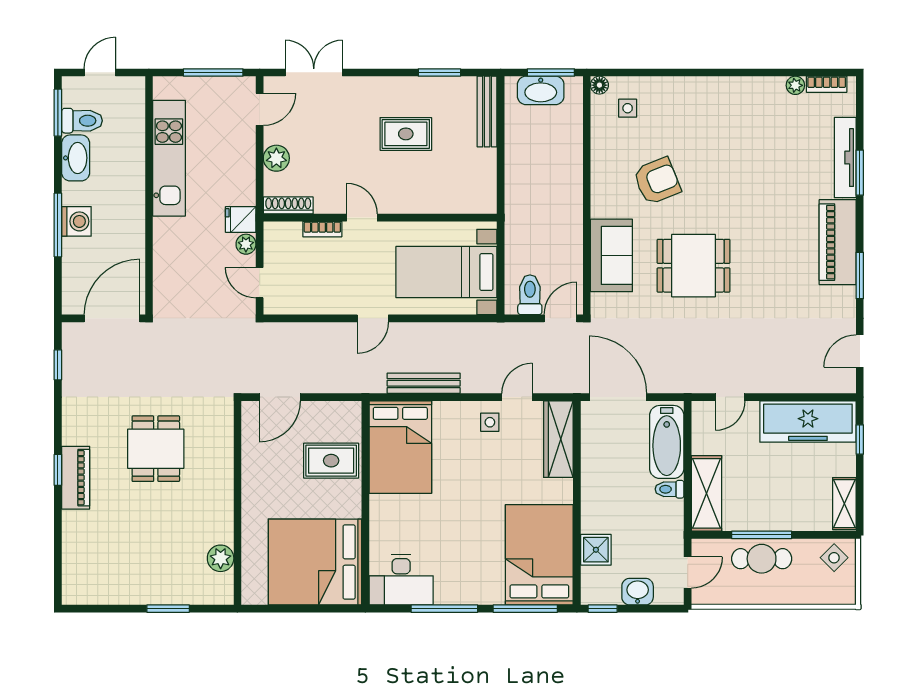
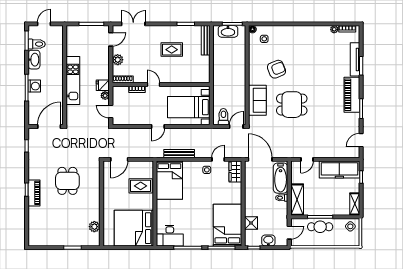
kitchen unit: (169, 158) -> (73, 80), moved
wardrobe: (558, 439) -> (235, 172), width x0.67

